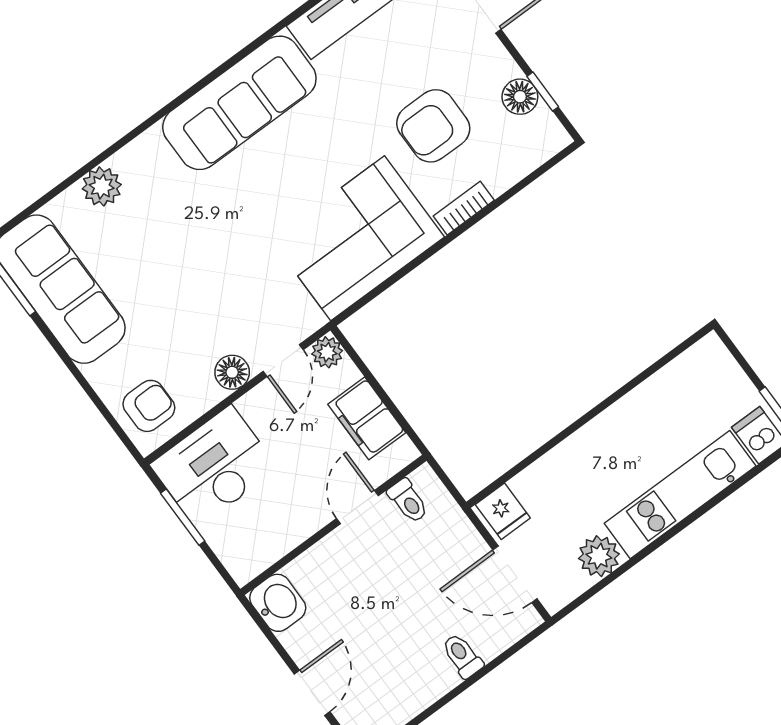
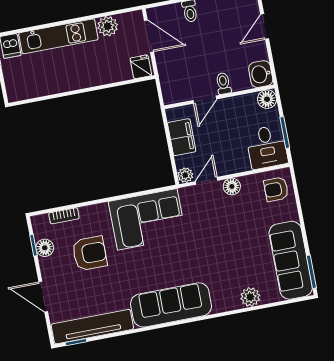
bookcase: (464, 208) -> (64, 216), moved
desk: (214, 467) -> (267, 147), width x0.73
toilet: (408, 501) -> (223, 83), moved
floor lamp: (244, 562) -> (267, 99), added

